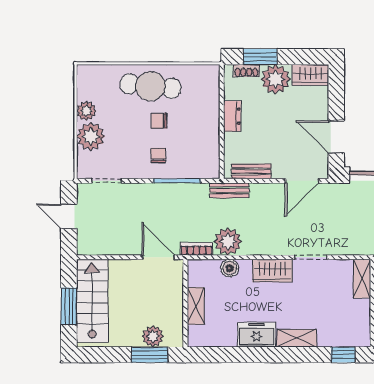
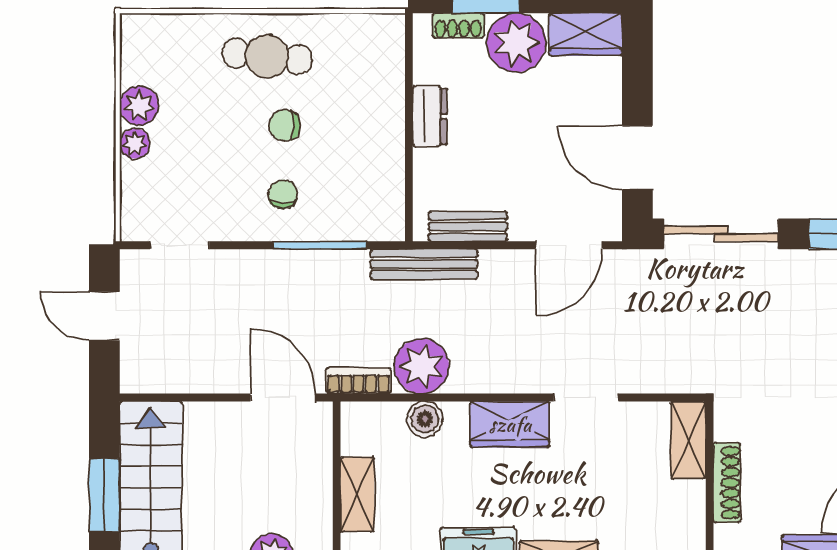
cafe table: (151, 86) -> (267, 56), width x0.73, depth x0.74
plant: (91, 136) -> (135, 143), width x0.53, depth x0.53
bench: (229, 190) -> (424, 264), width x1.36

